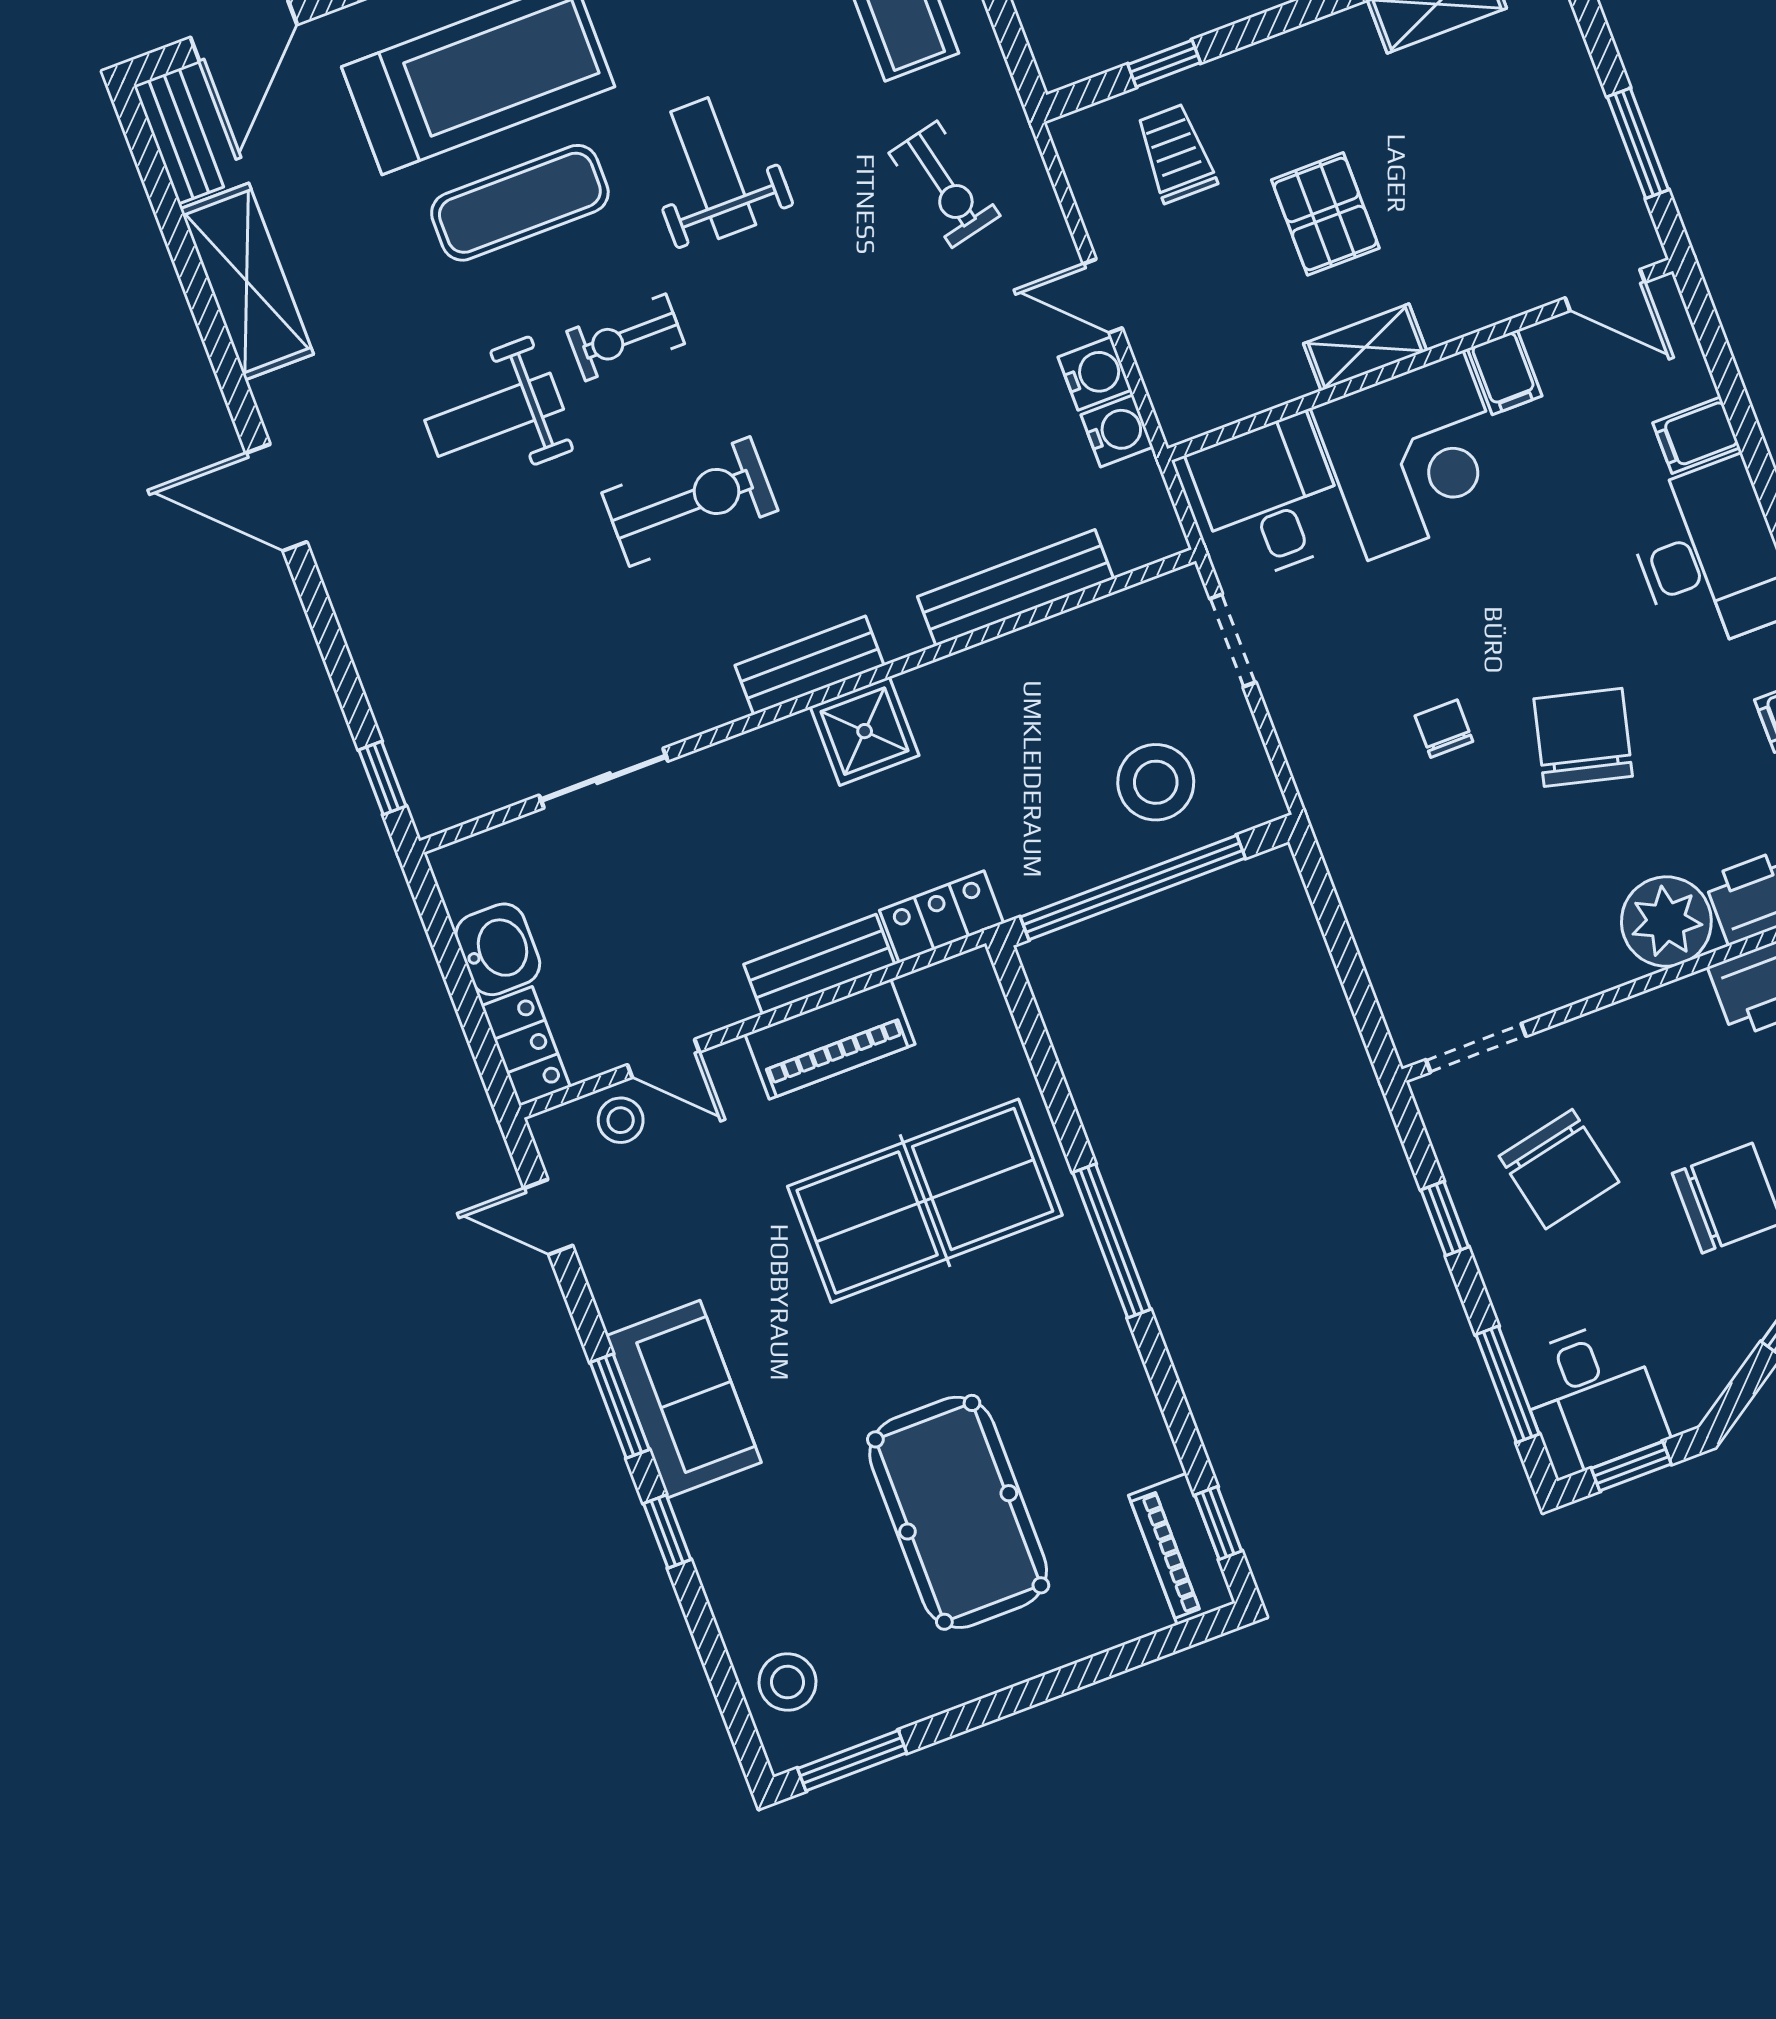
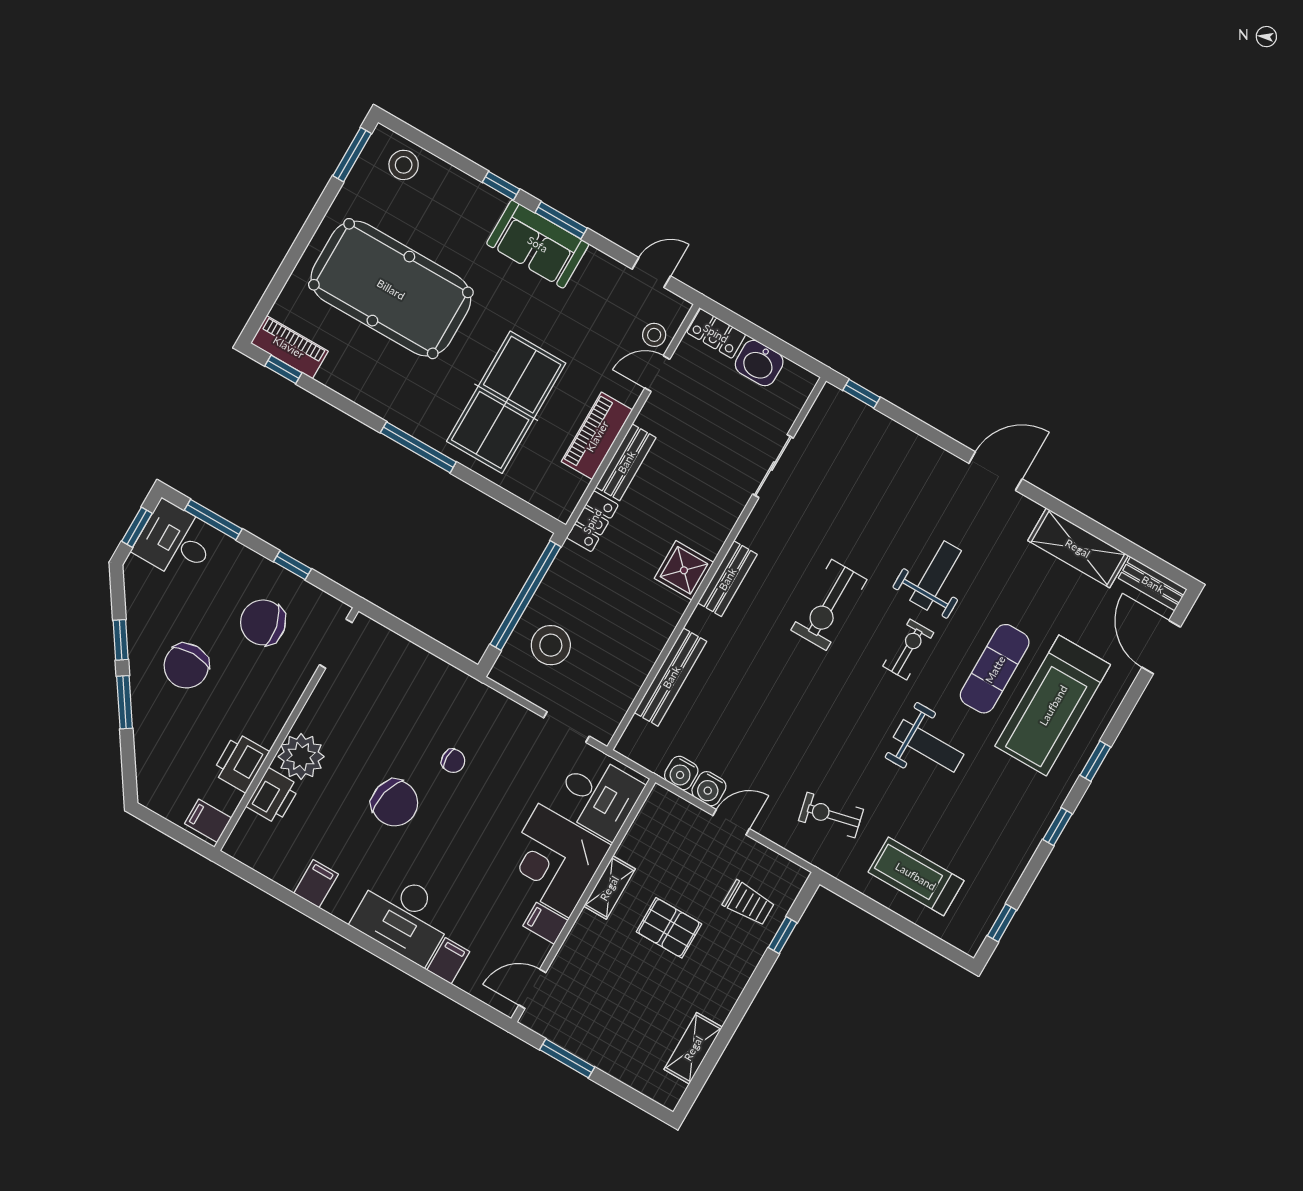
pool table: (958, 1512) -> (391, 289), width x1.36, depth x1.32

